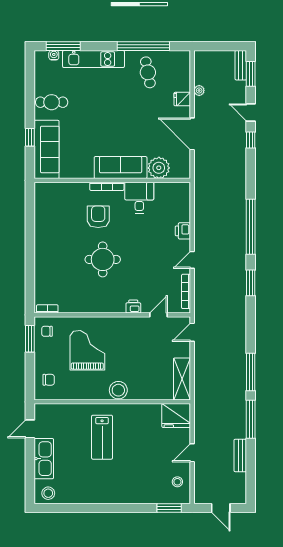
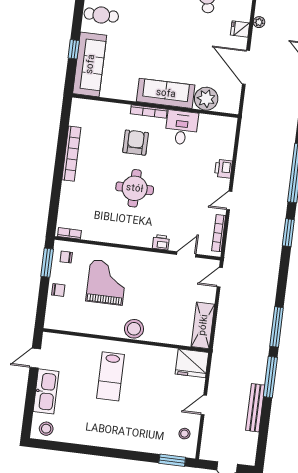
bookcase: (40, 235) -> (71, 154), added
chair: (49, 380) -> (58, 290), moved
bench: (240, 455) -> (255, 408), width x1.36

